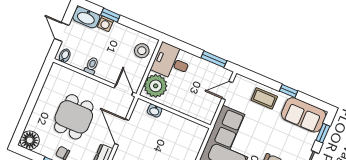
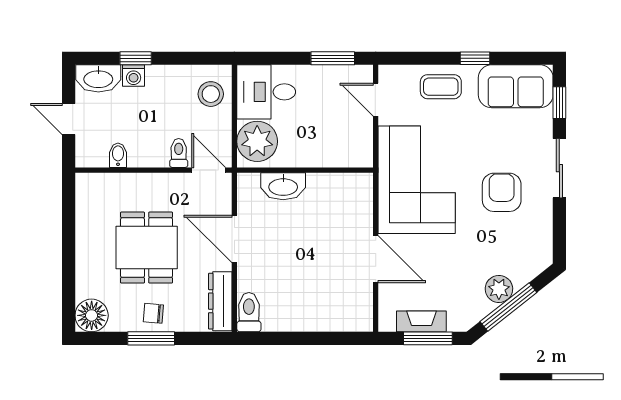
bidet: (65, 56) -> (118, 155), moved
toilet: (92, 66) -> (179, 153), moved
door: (227, 91) -> (376, 100), hinge flipped
washbasin: (155, 111) -> (283, 186), width x1.91, depth x1.45

